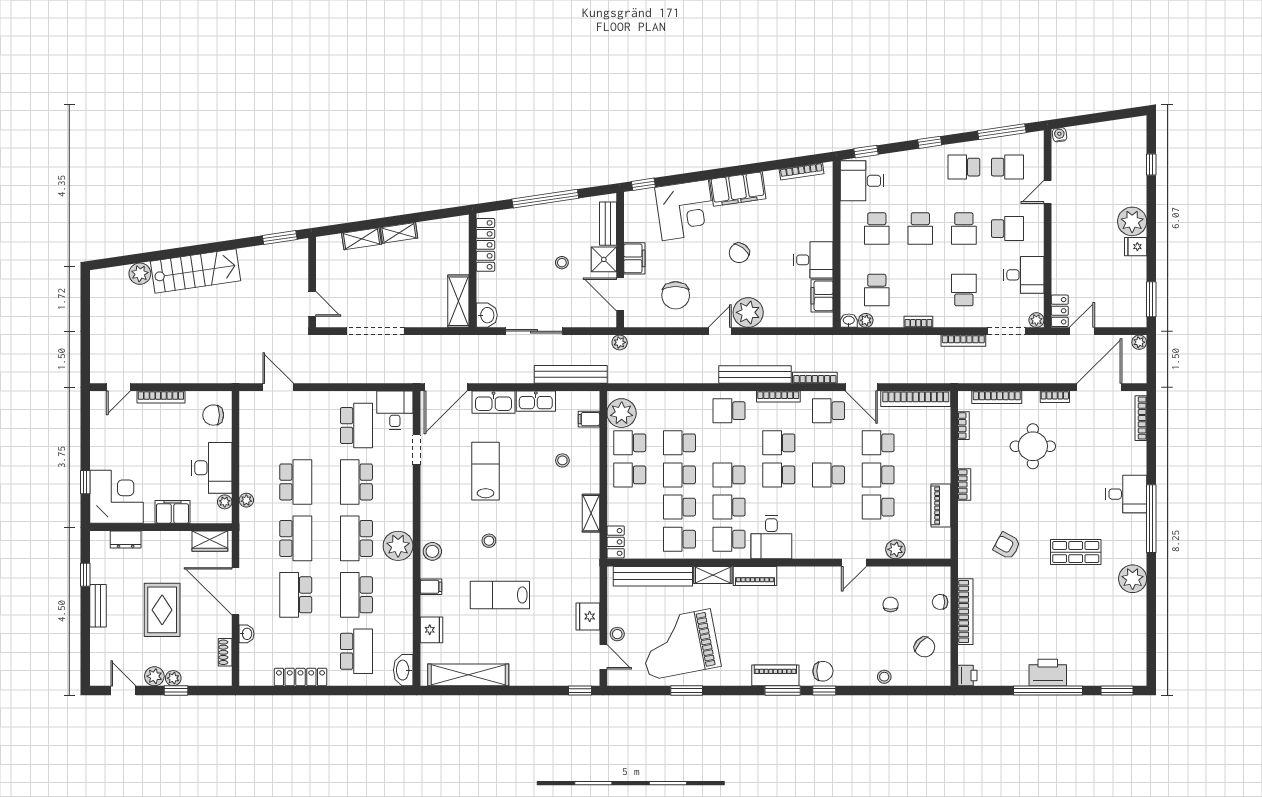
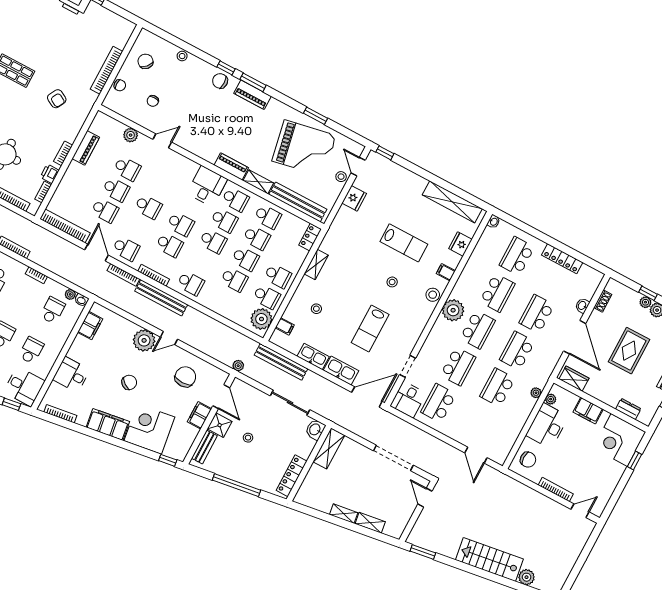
desk: (813, 260) -> (71, 375), moved
school desk: (296, 595) -> (537, 314), turned 180
washbasin: (403, 670) -> (494, 222), width x0.52, depth x0.69
printer: (967, 675) -> (50, 174), moved

